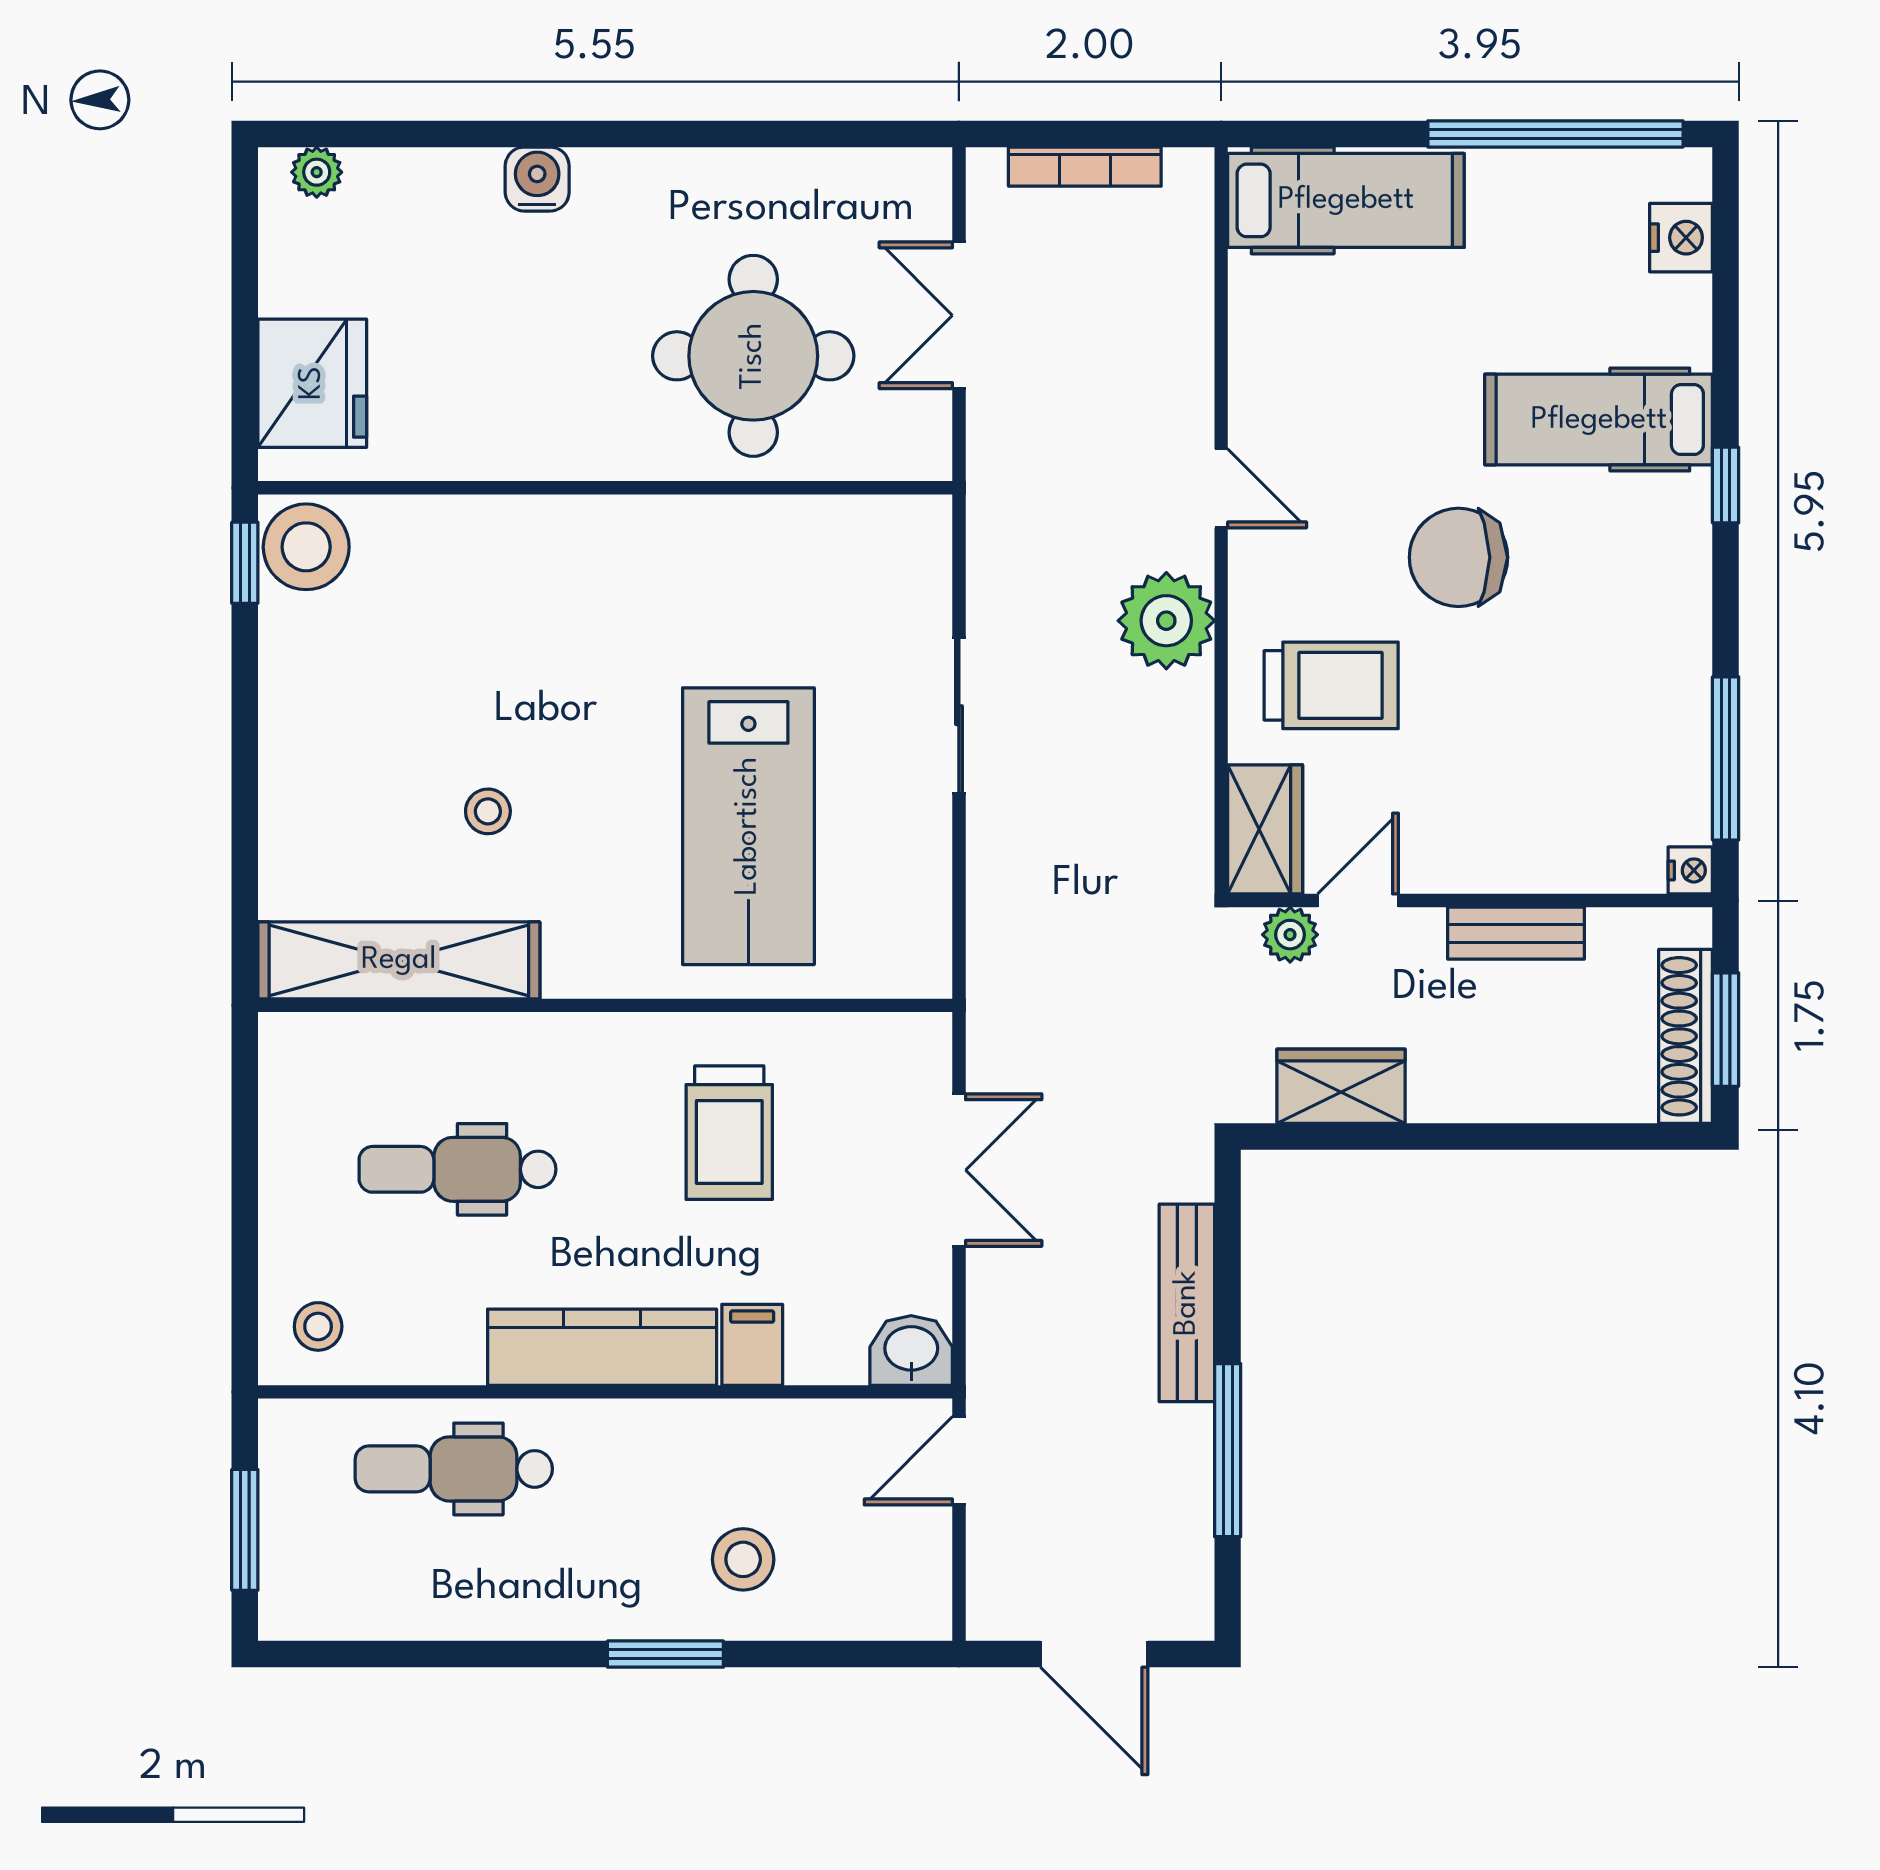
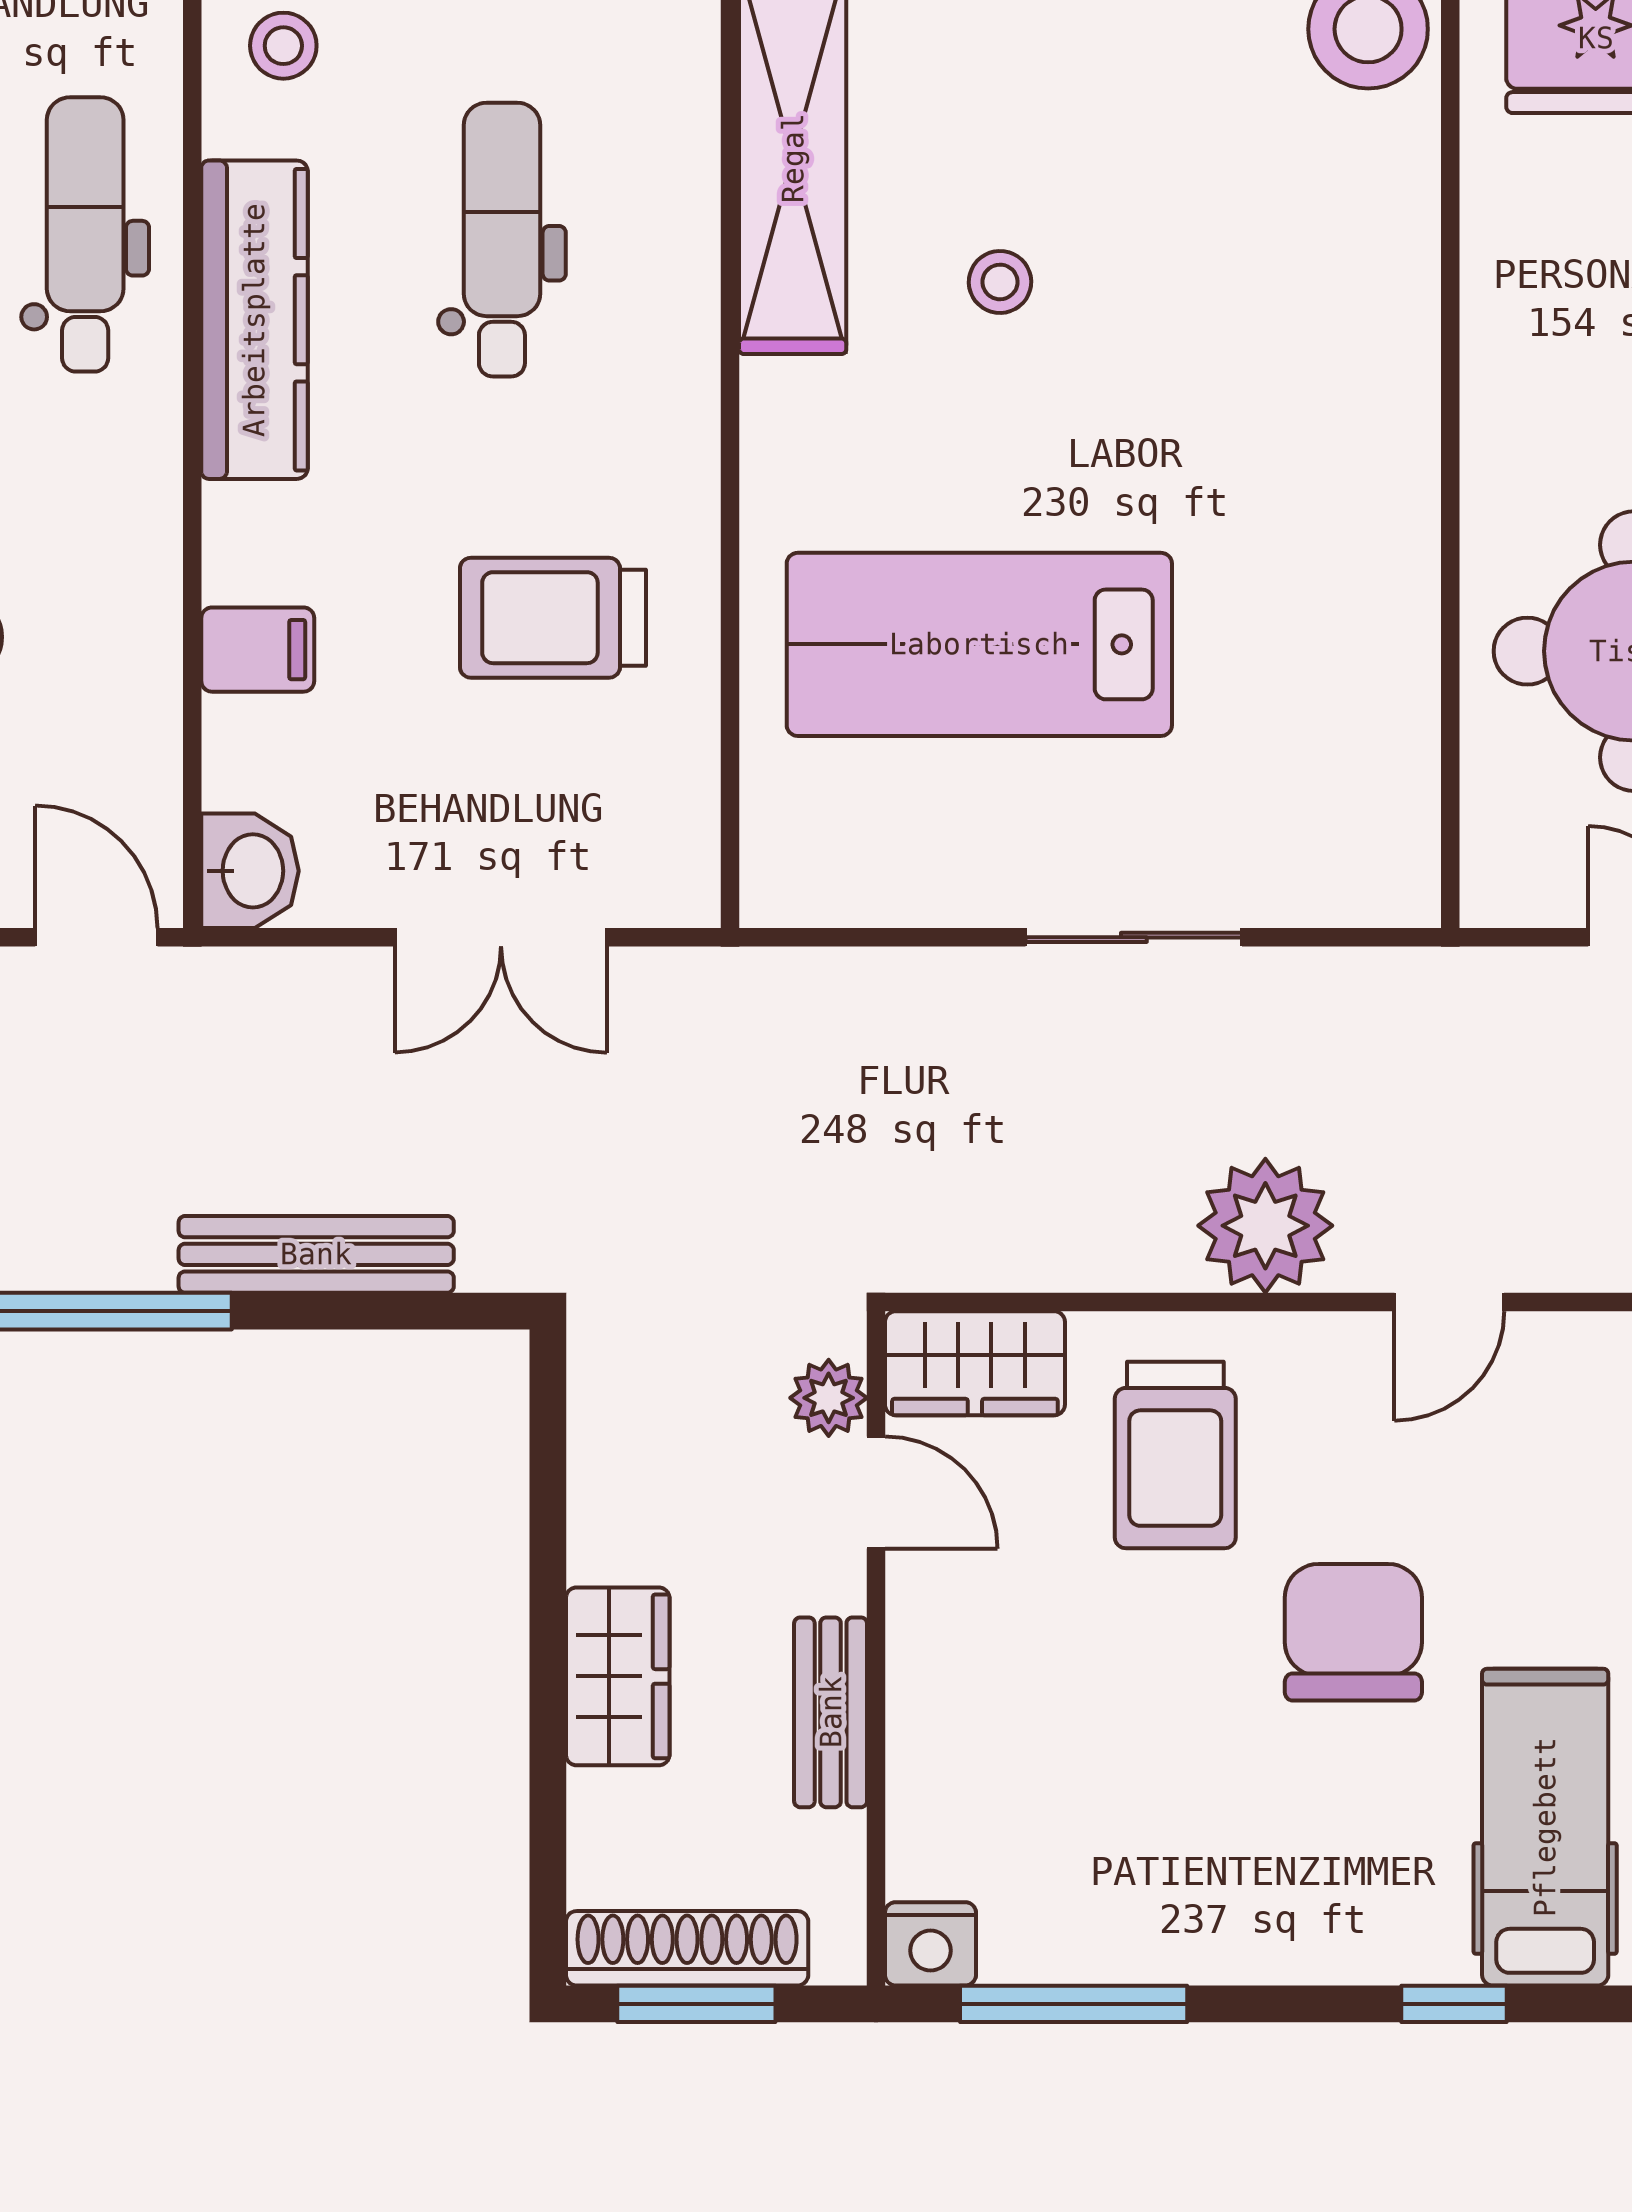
nightstand: (1690, 870) -> (930, 1944), width x1.39, depth x1.35
wardrobe: (1341, 1086) -> (618, 1676), moved
kitchen counter: (602, 1347) -> (254, 320), moved

